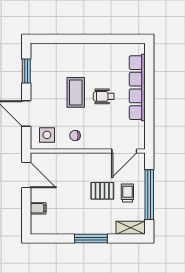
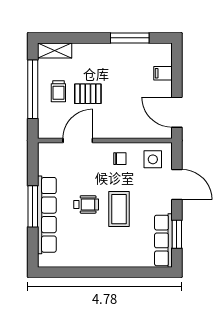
row of seats: (38, 66) -> (163, 240), added
window: (149, 95) -> (33, 206), added
door: (124, 151) -> (78, 141), moved
window: (91, 238) -> (130, 38), moved

